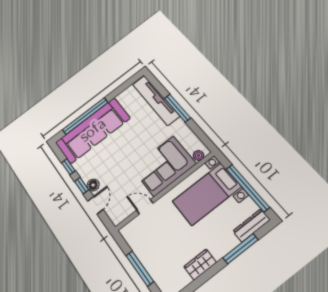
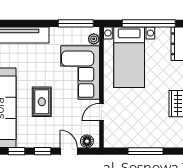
window: (177, 108) -> (76, 23), moved
rug: (119, 156) -> (42, 102), added
floor lamp: (93, 185) -> (87, 141), moved

